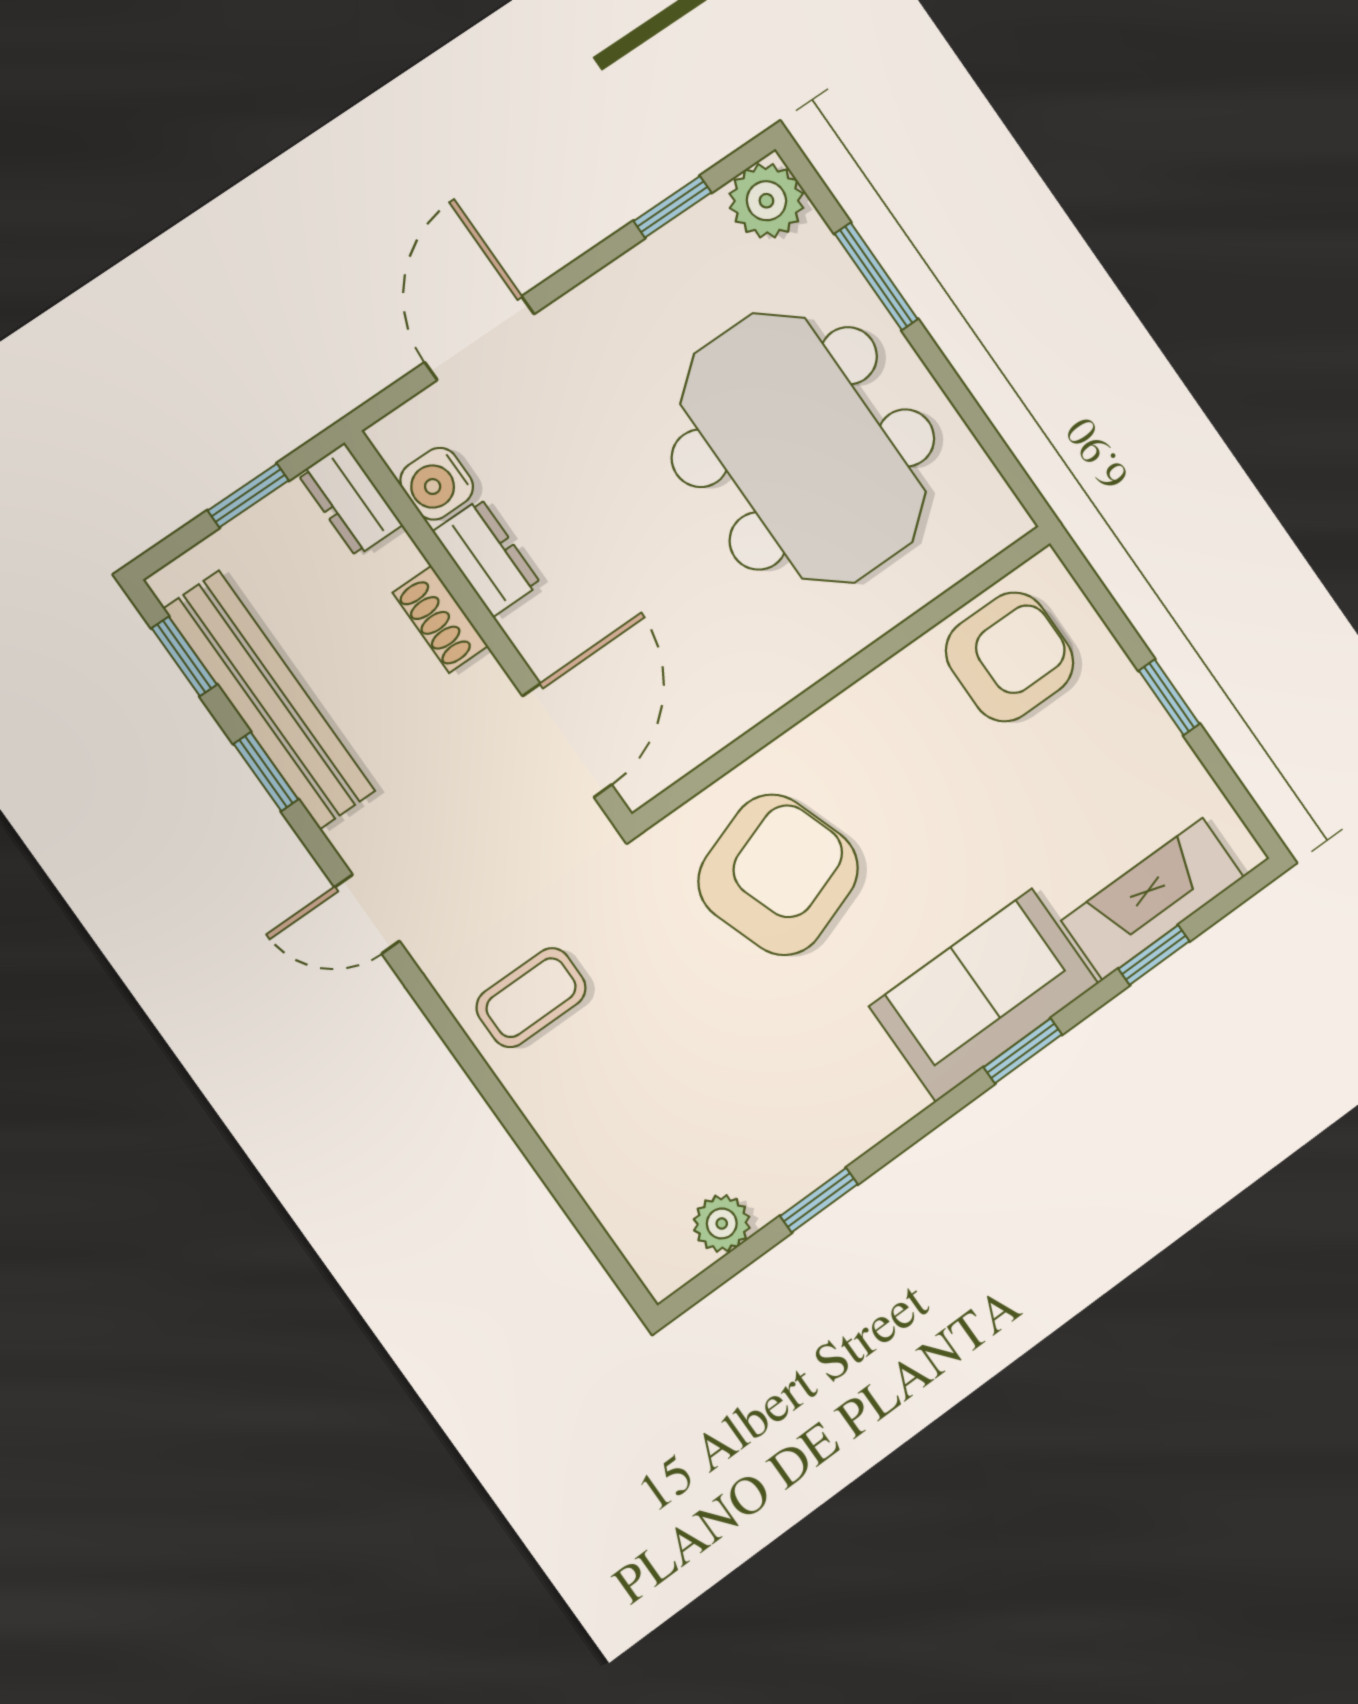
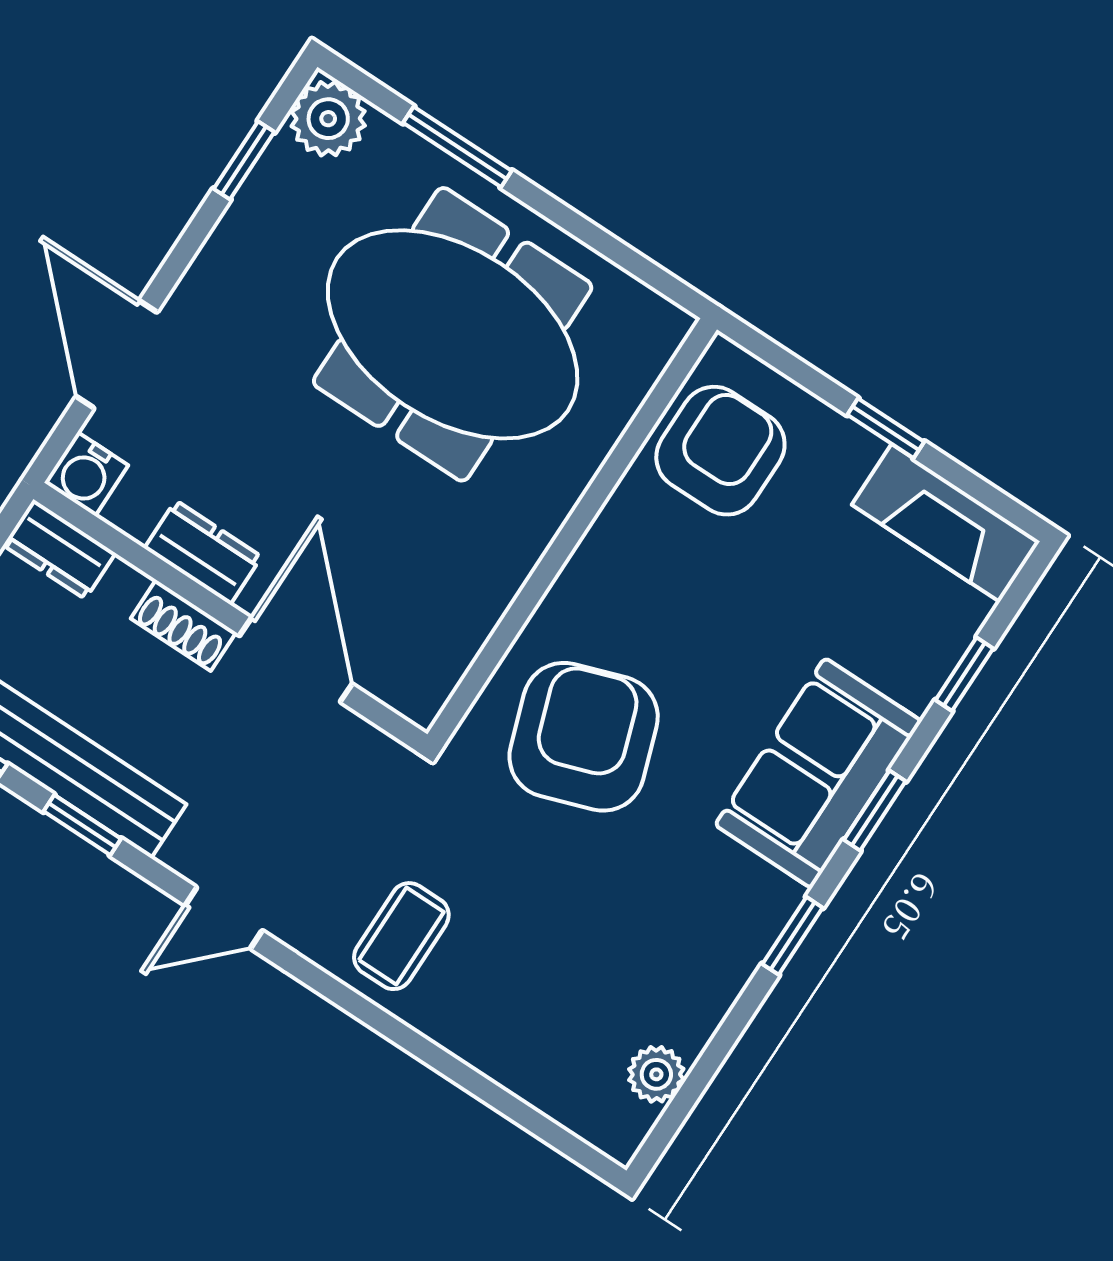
water cooler: (437, 484) -> (86, 474), moved
door: (567, 740) -> (296, 660), moved
fireplace: (1153, 899) -> (946, 523), moved, turned -90
window: (819, 1200) -> (793, 936), moved

